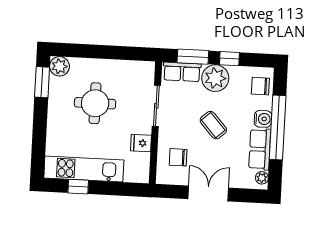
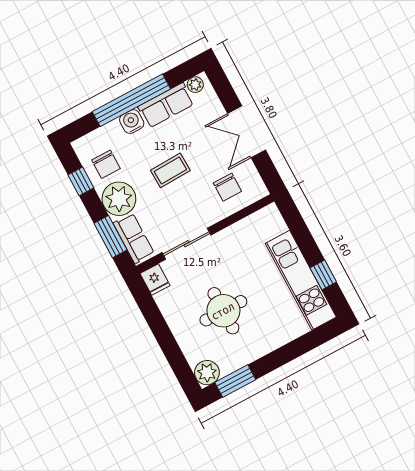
window: (229, 59) -> (81, 181), moved
chair: (260, 86) -> (106, 164), moved
coffee table: (213, 125) -> (170, 170), turned 40
fridge: (141, 143) -> (155, 280), moved

